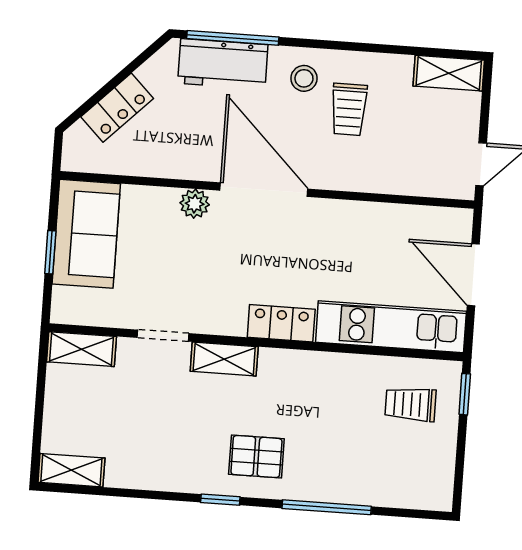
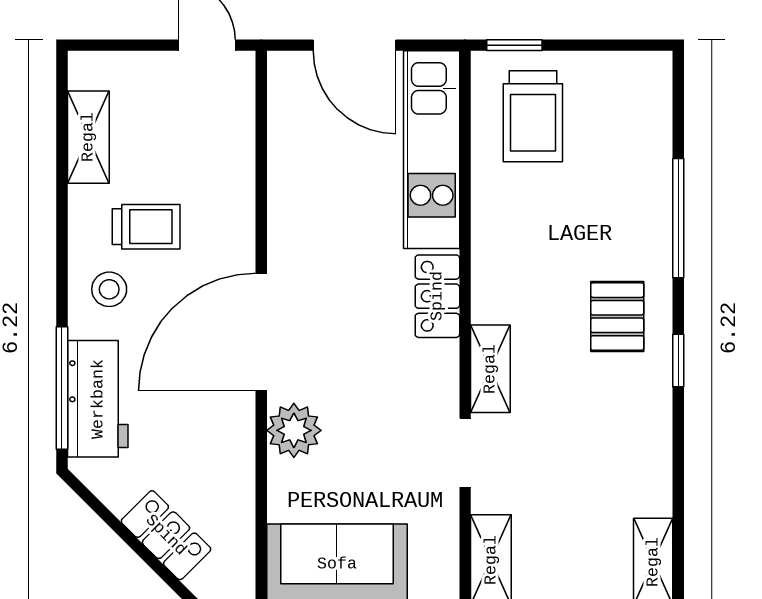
shelving: (449, 73) -> (88, 137), moved
plant: (195, 204) -> (294, 430), width x1.38, depth x1.38
door: (473, 275) -> (355, 45), hinge flipped
trolley: (410, 404) -> (533, 116), width x1.36, depth x1.39

